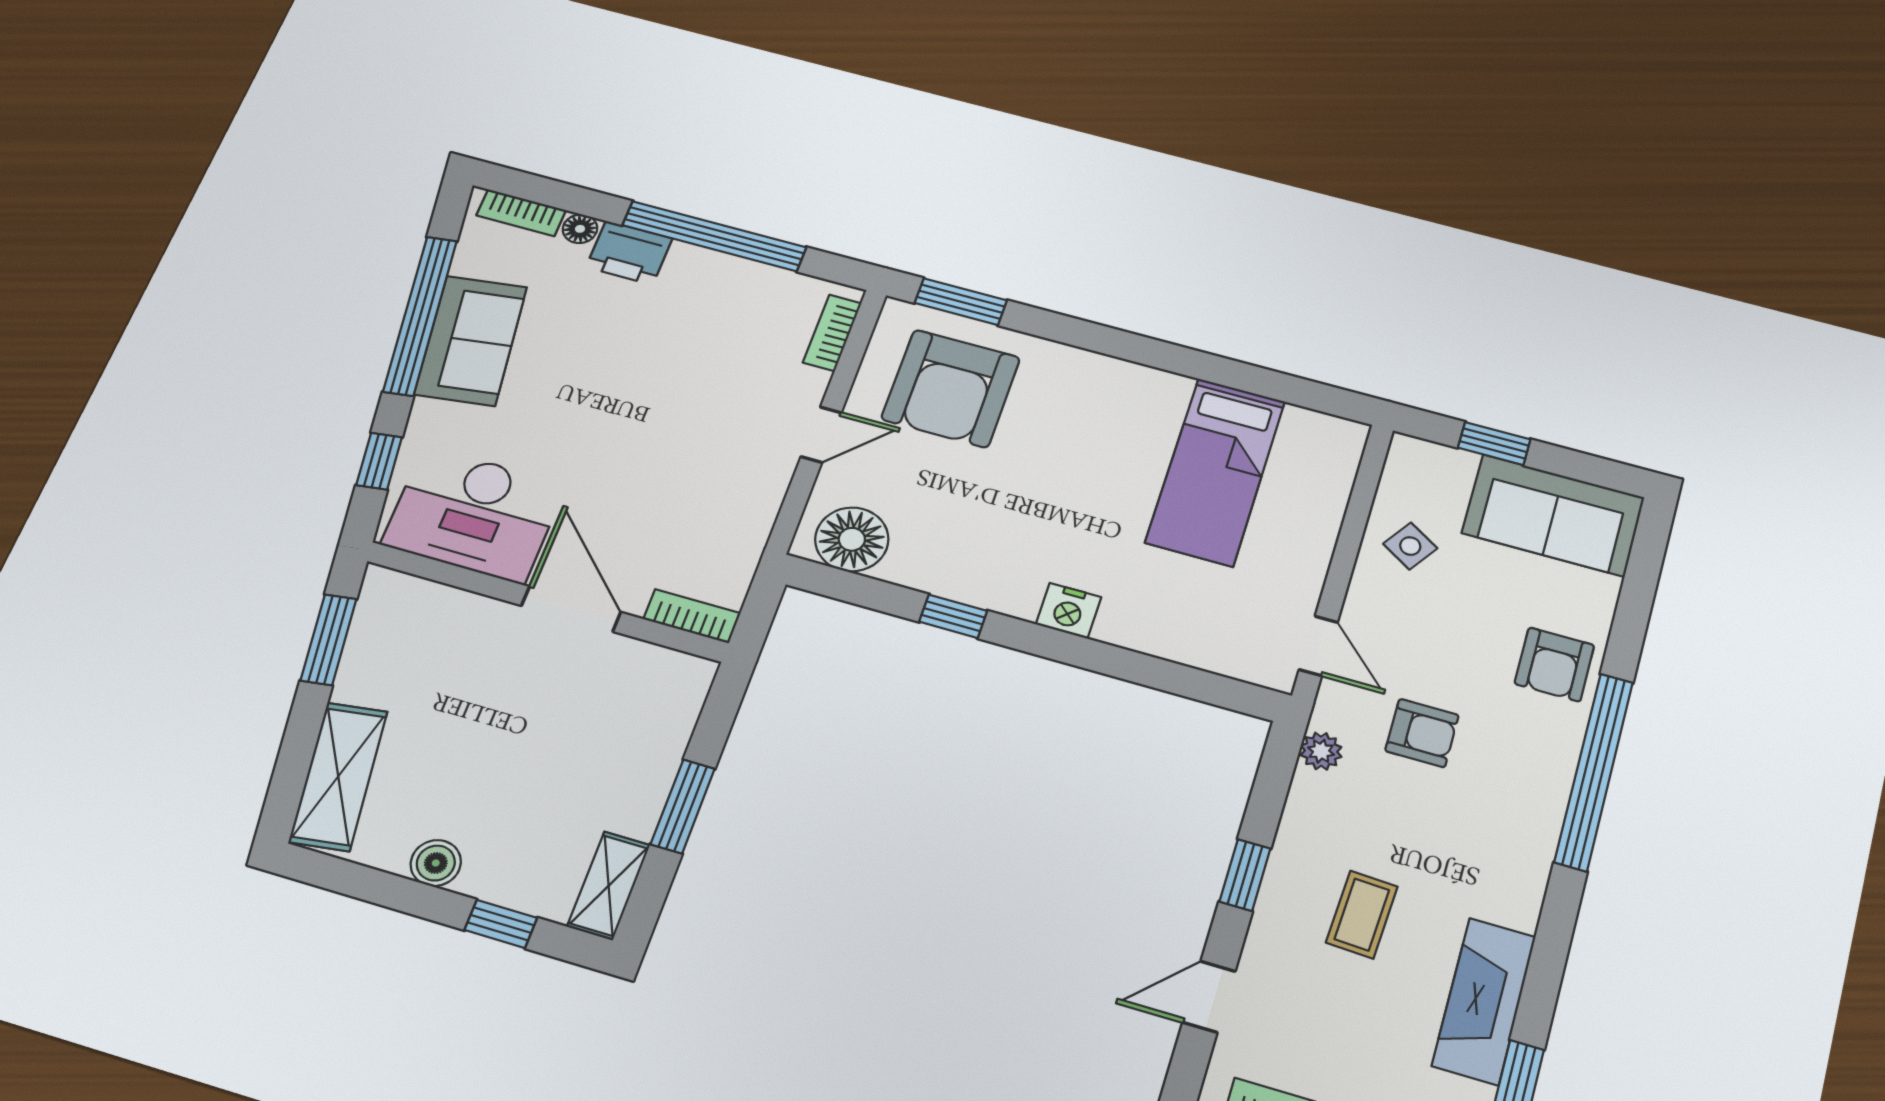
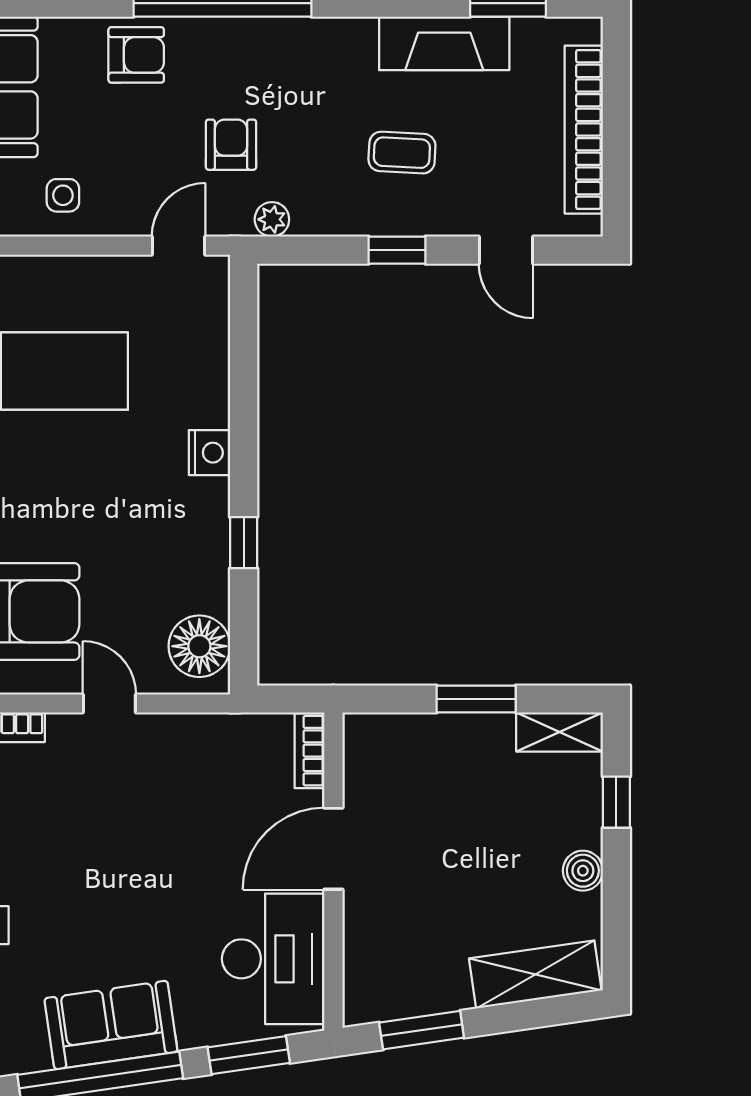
window: (379, 461) -> (249, 1055), width x1.50
side table: (1410, 546) -> (63, 195), turned -33

